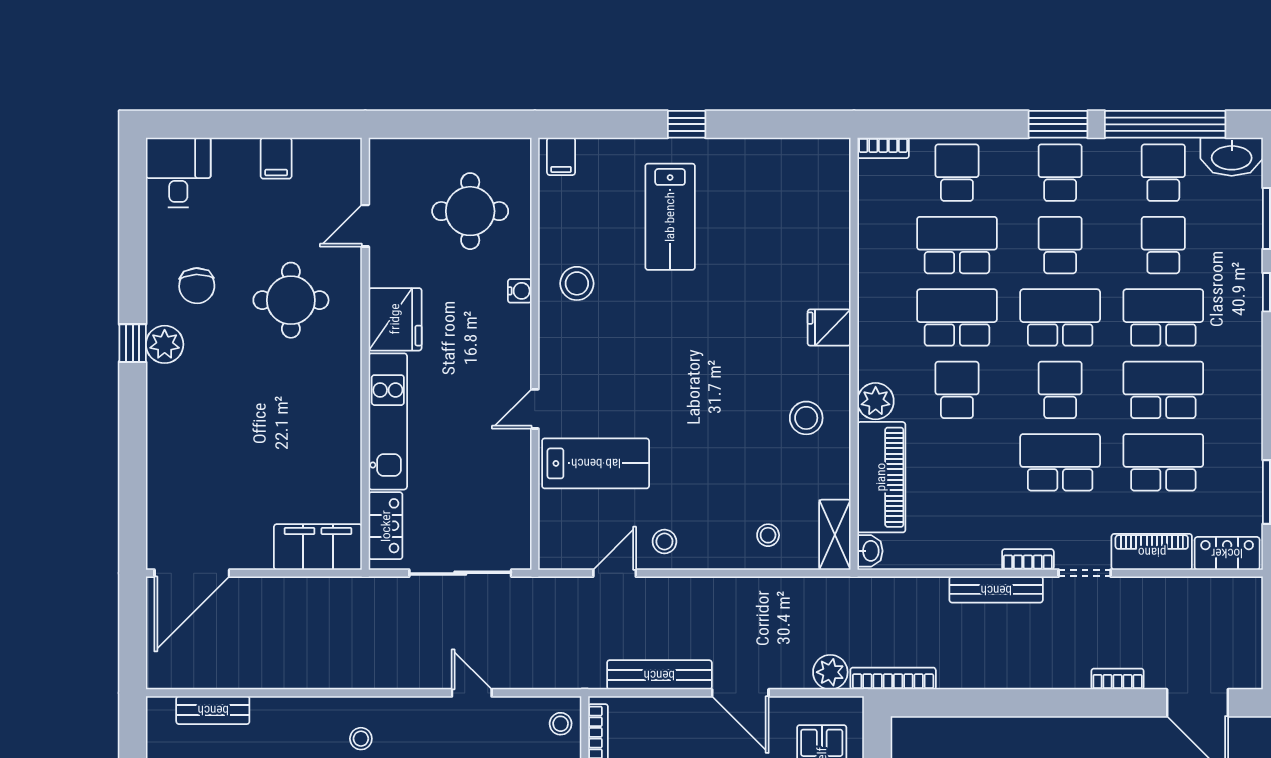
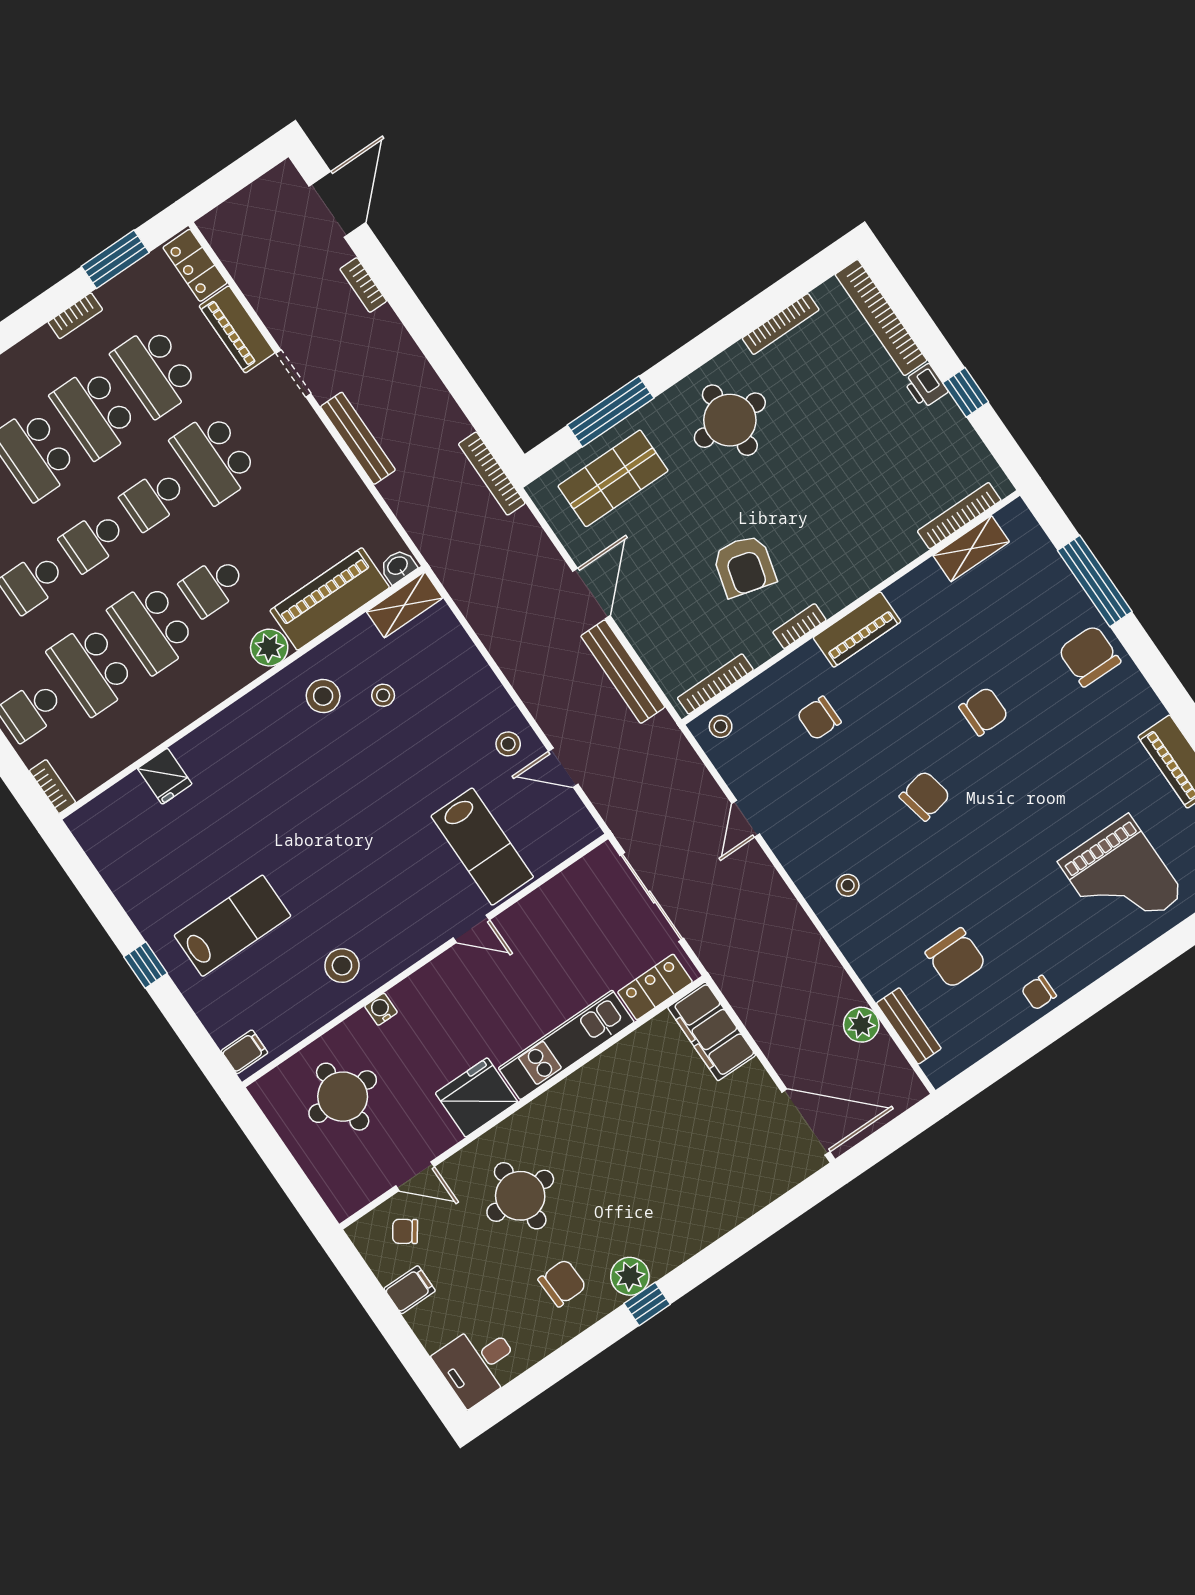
chair: (326, 187) -> (405, 1231), added
school desk: (1060, 317) -> (93, 541), width x0.54
fridge: (829, 327) -> (165, 776), moved
lab bench: (596, 463) -> (482, 847), turned 180
stool: (768, 535) -> (383, 695), moved
bookcase: (1028, 559) -> (75, 316), moved, turned -90
plant: (830, 672) -> (861, 1025), moved

